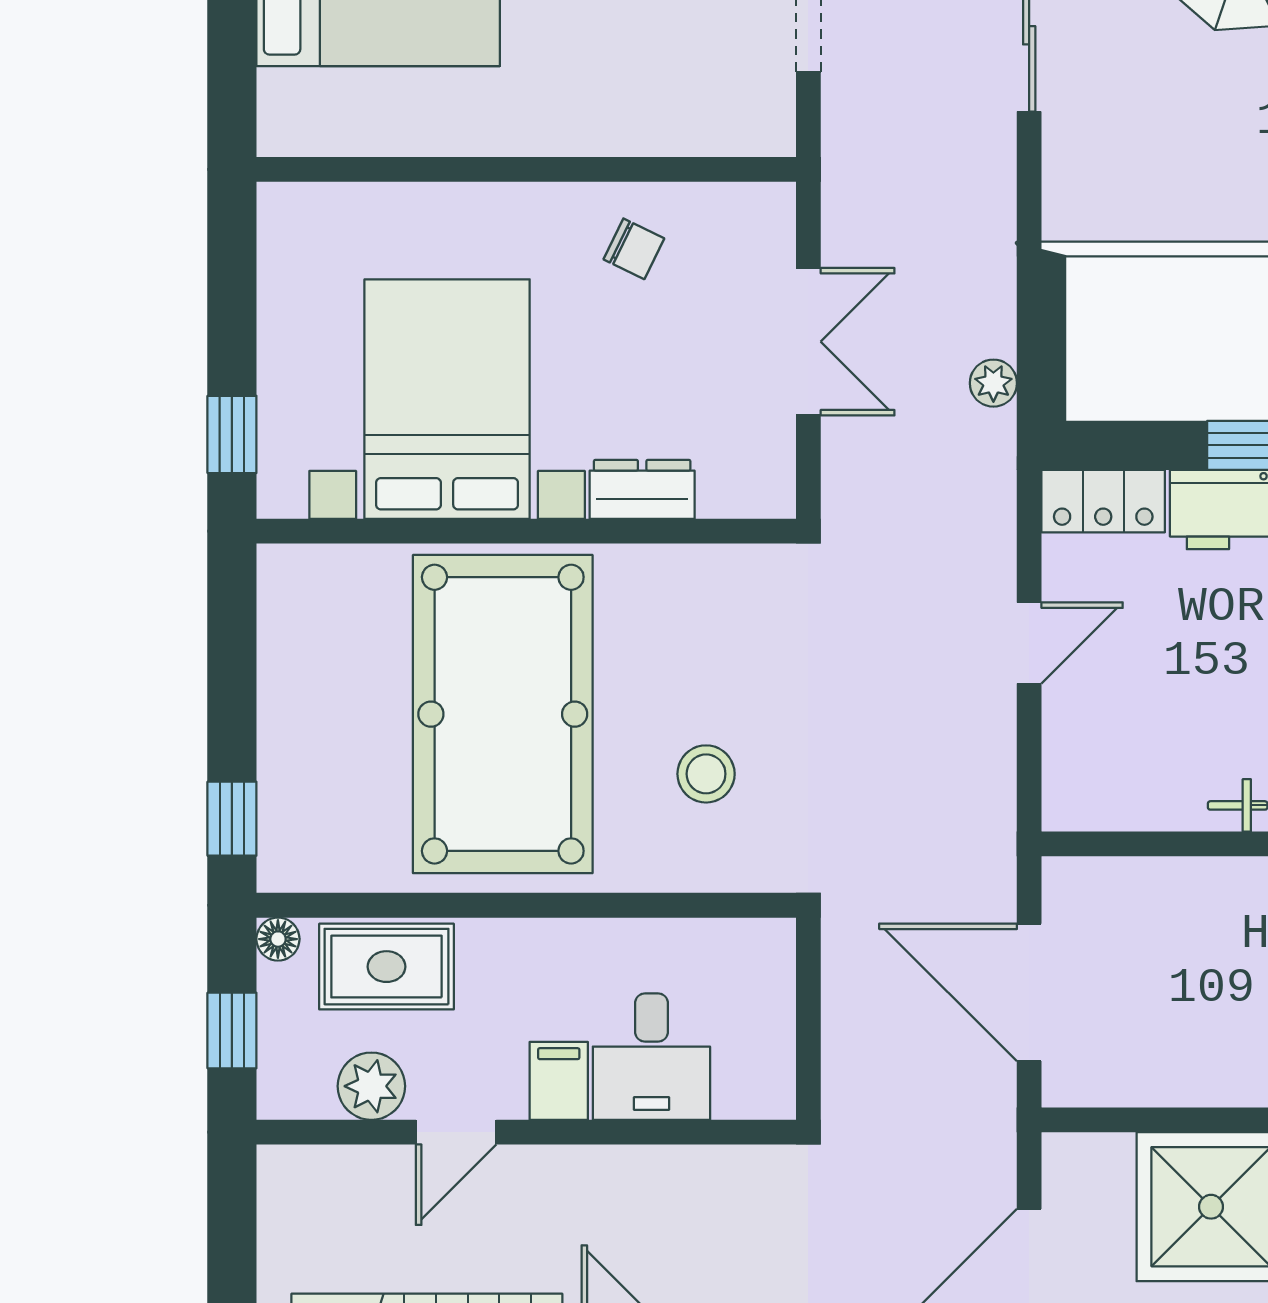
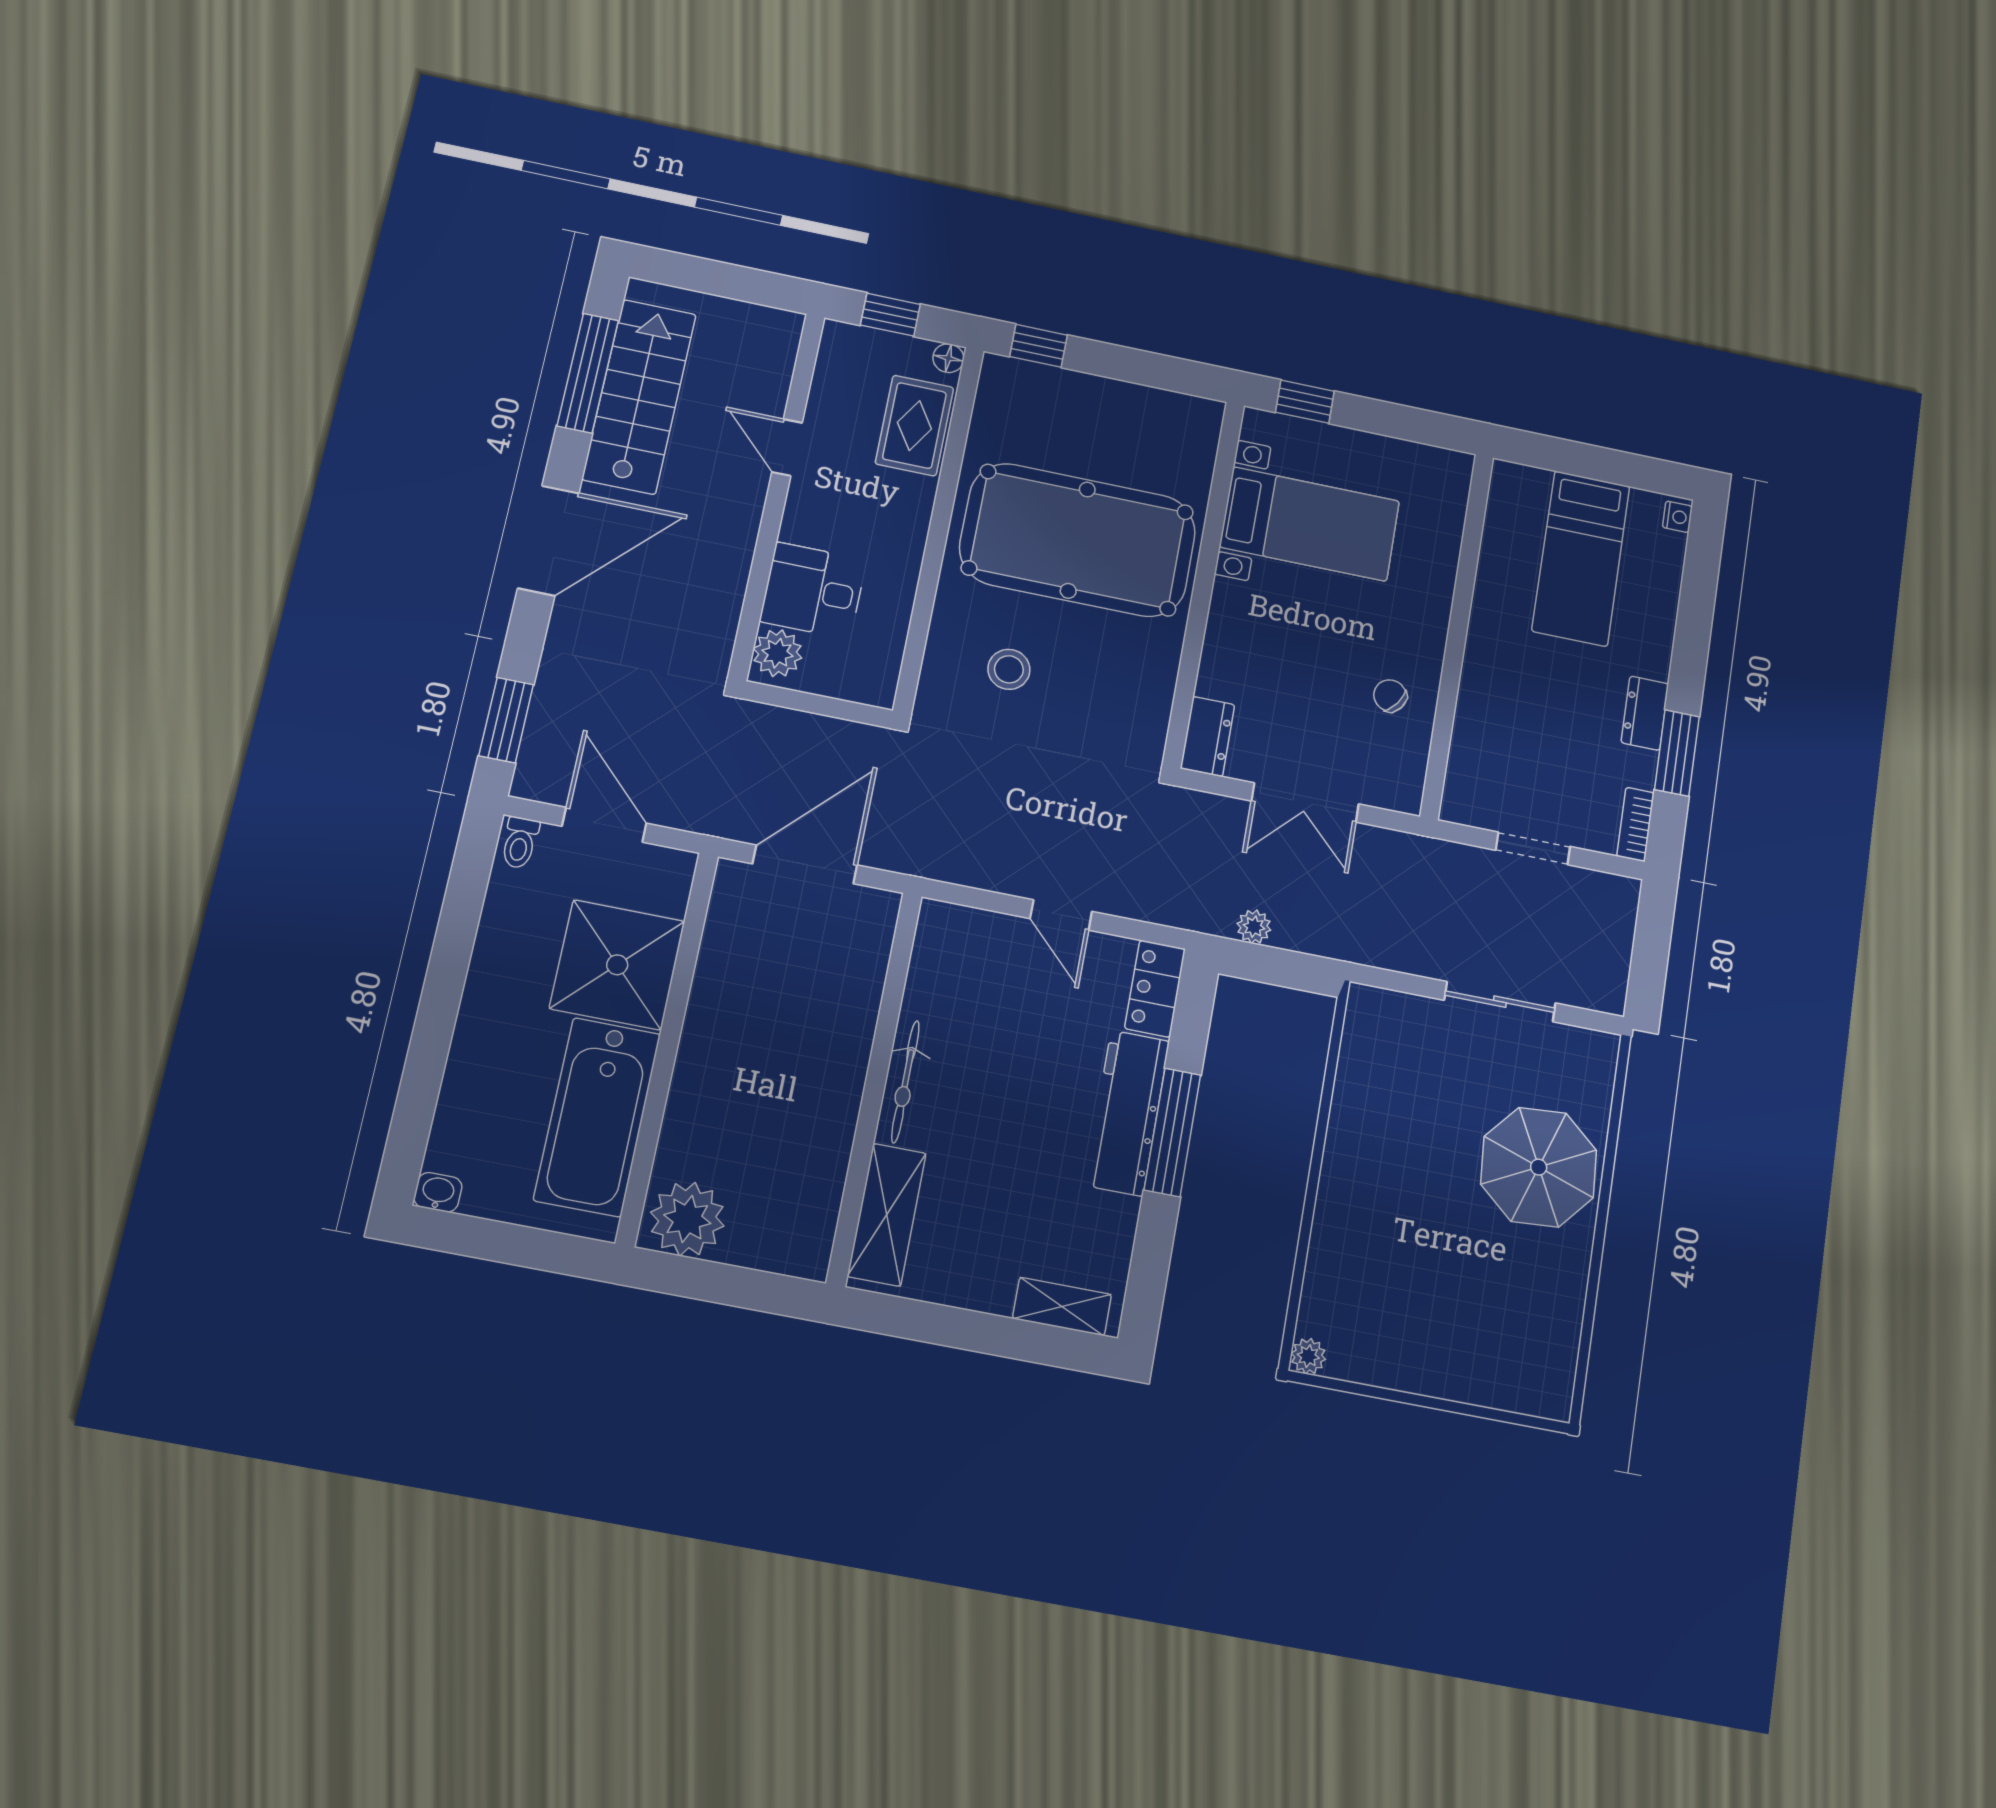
chair: (634, 249) -> (1390, 696), turned 100
bed with nightstands: (447, 399) -> (1310, 524), width x0.73
dresser: (642, 489) -> (1208, 736), moved
filing cabinet: (559, 1081) -> (809, 524), removed
plant: (371, 1086) -> (778, 653), moved

